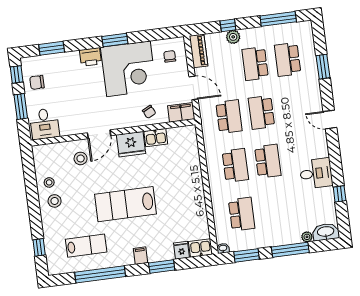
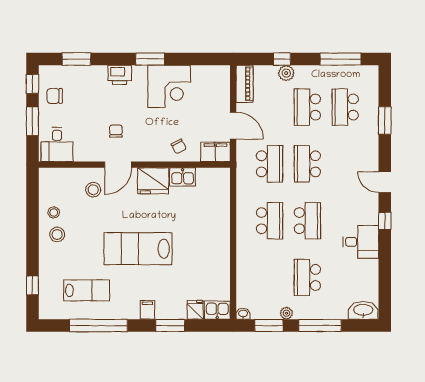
chair: (170, 56) -> (116, 131), moved
corner desk: (128, 69) -> (169, 86), width x0.74, depth x0.74
window: (340, 194) -> (385, 221), moved
school desk: (242, 214) -> (307, 277), moved, turned 180
plant: (307, 237) -> (286, 313), moved

